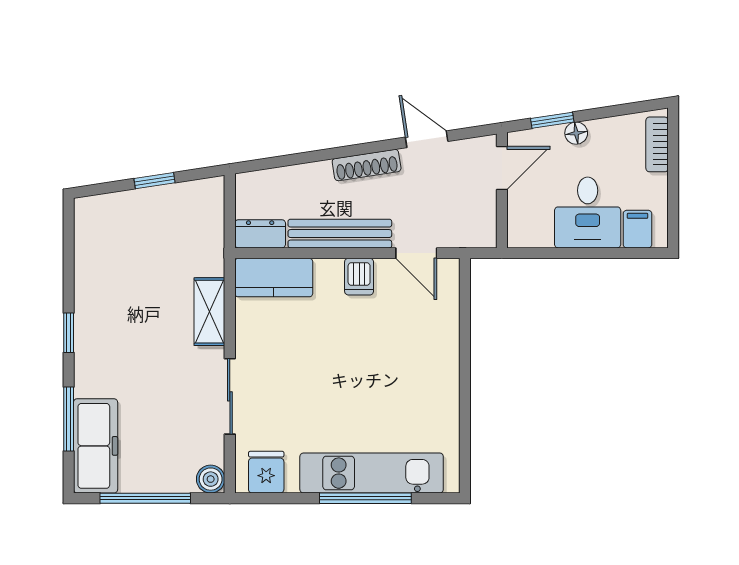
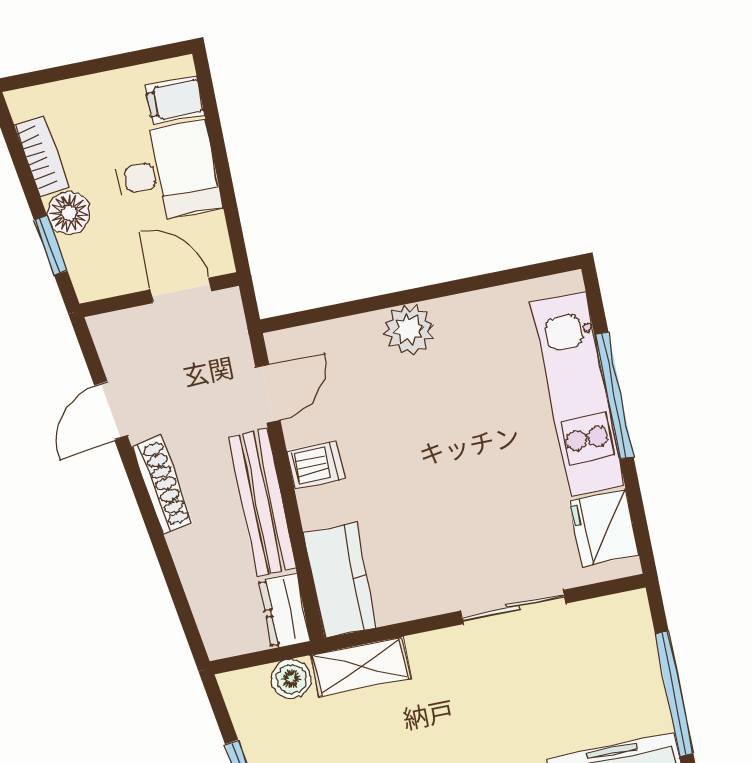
floor lamp: (576, 133) -> (69, 213), width x1.37, depth x1.37
bookcase: (657, 144) -> (42, 156), moved, turned -99
door: (502, 168) -> (181, 290), moved
shelving: (209, 312) -> (361, 667), moved
plant: (441, 362) -> (409, 330), added
fridge: (266, 472) -> (604, 528), width x1.38
boiler: (211, 479) -> (291, 679), moved

